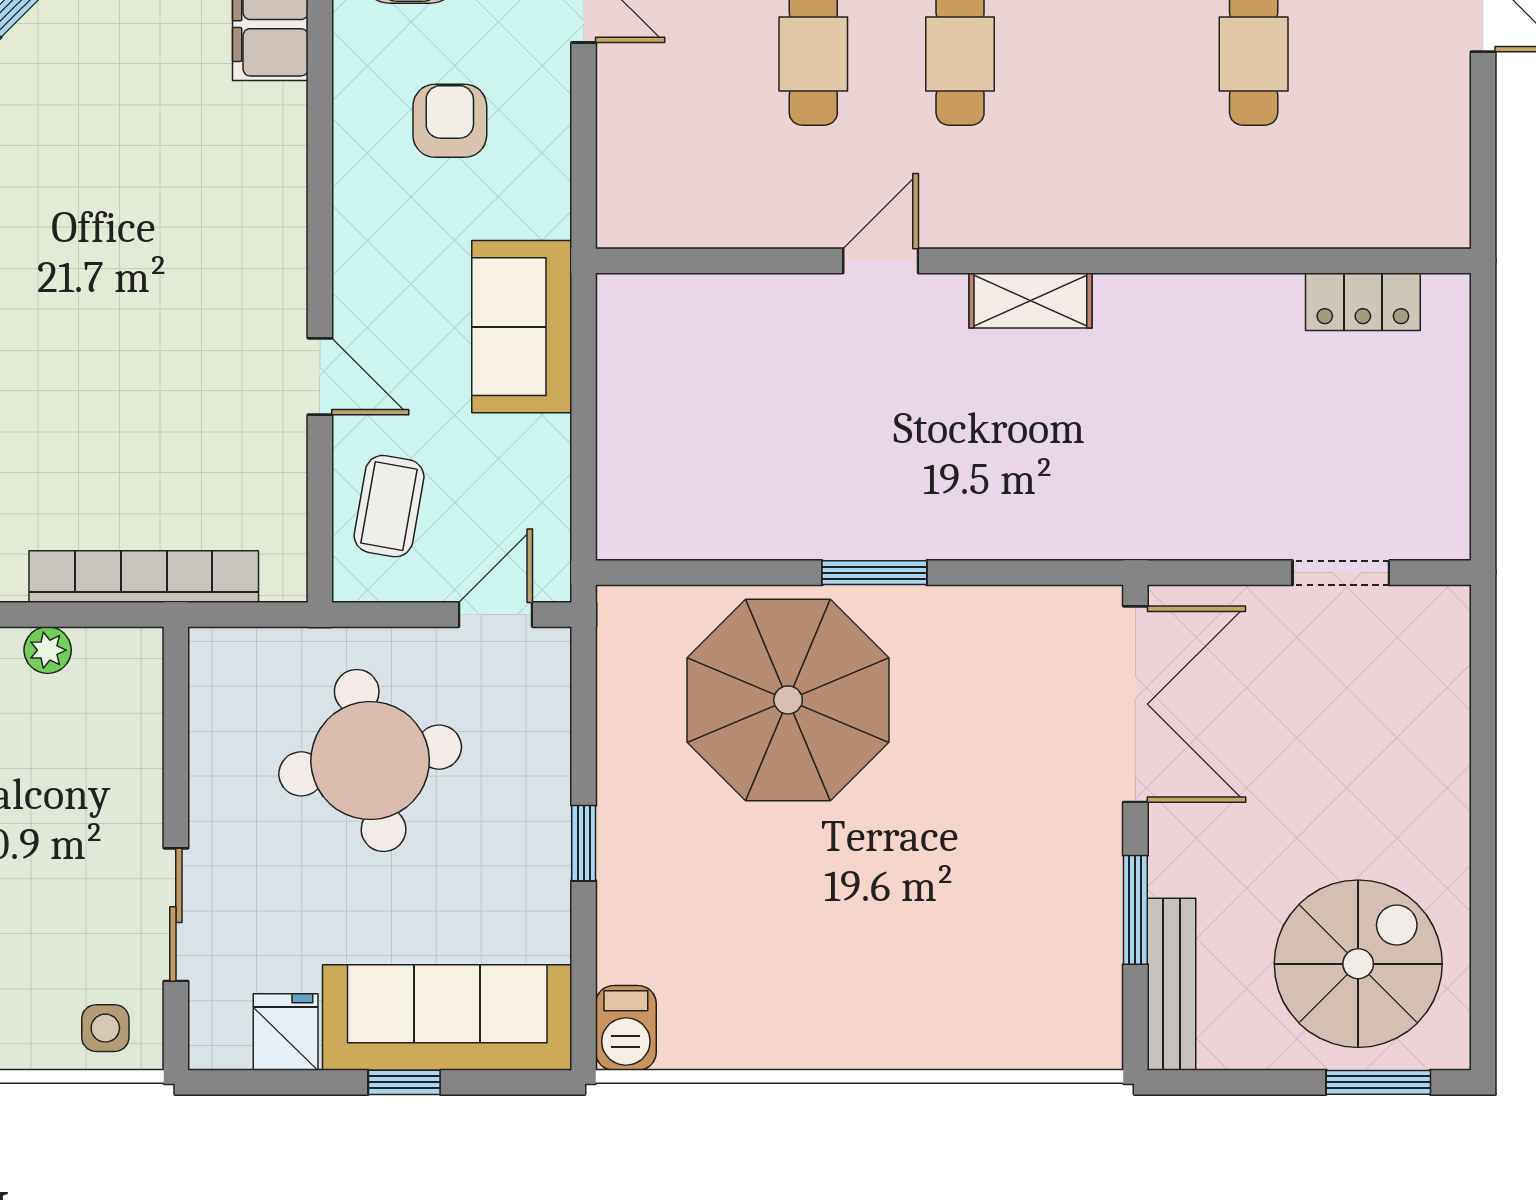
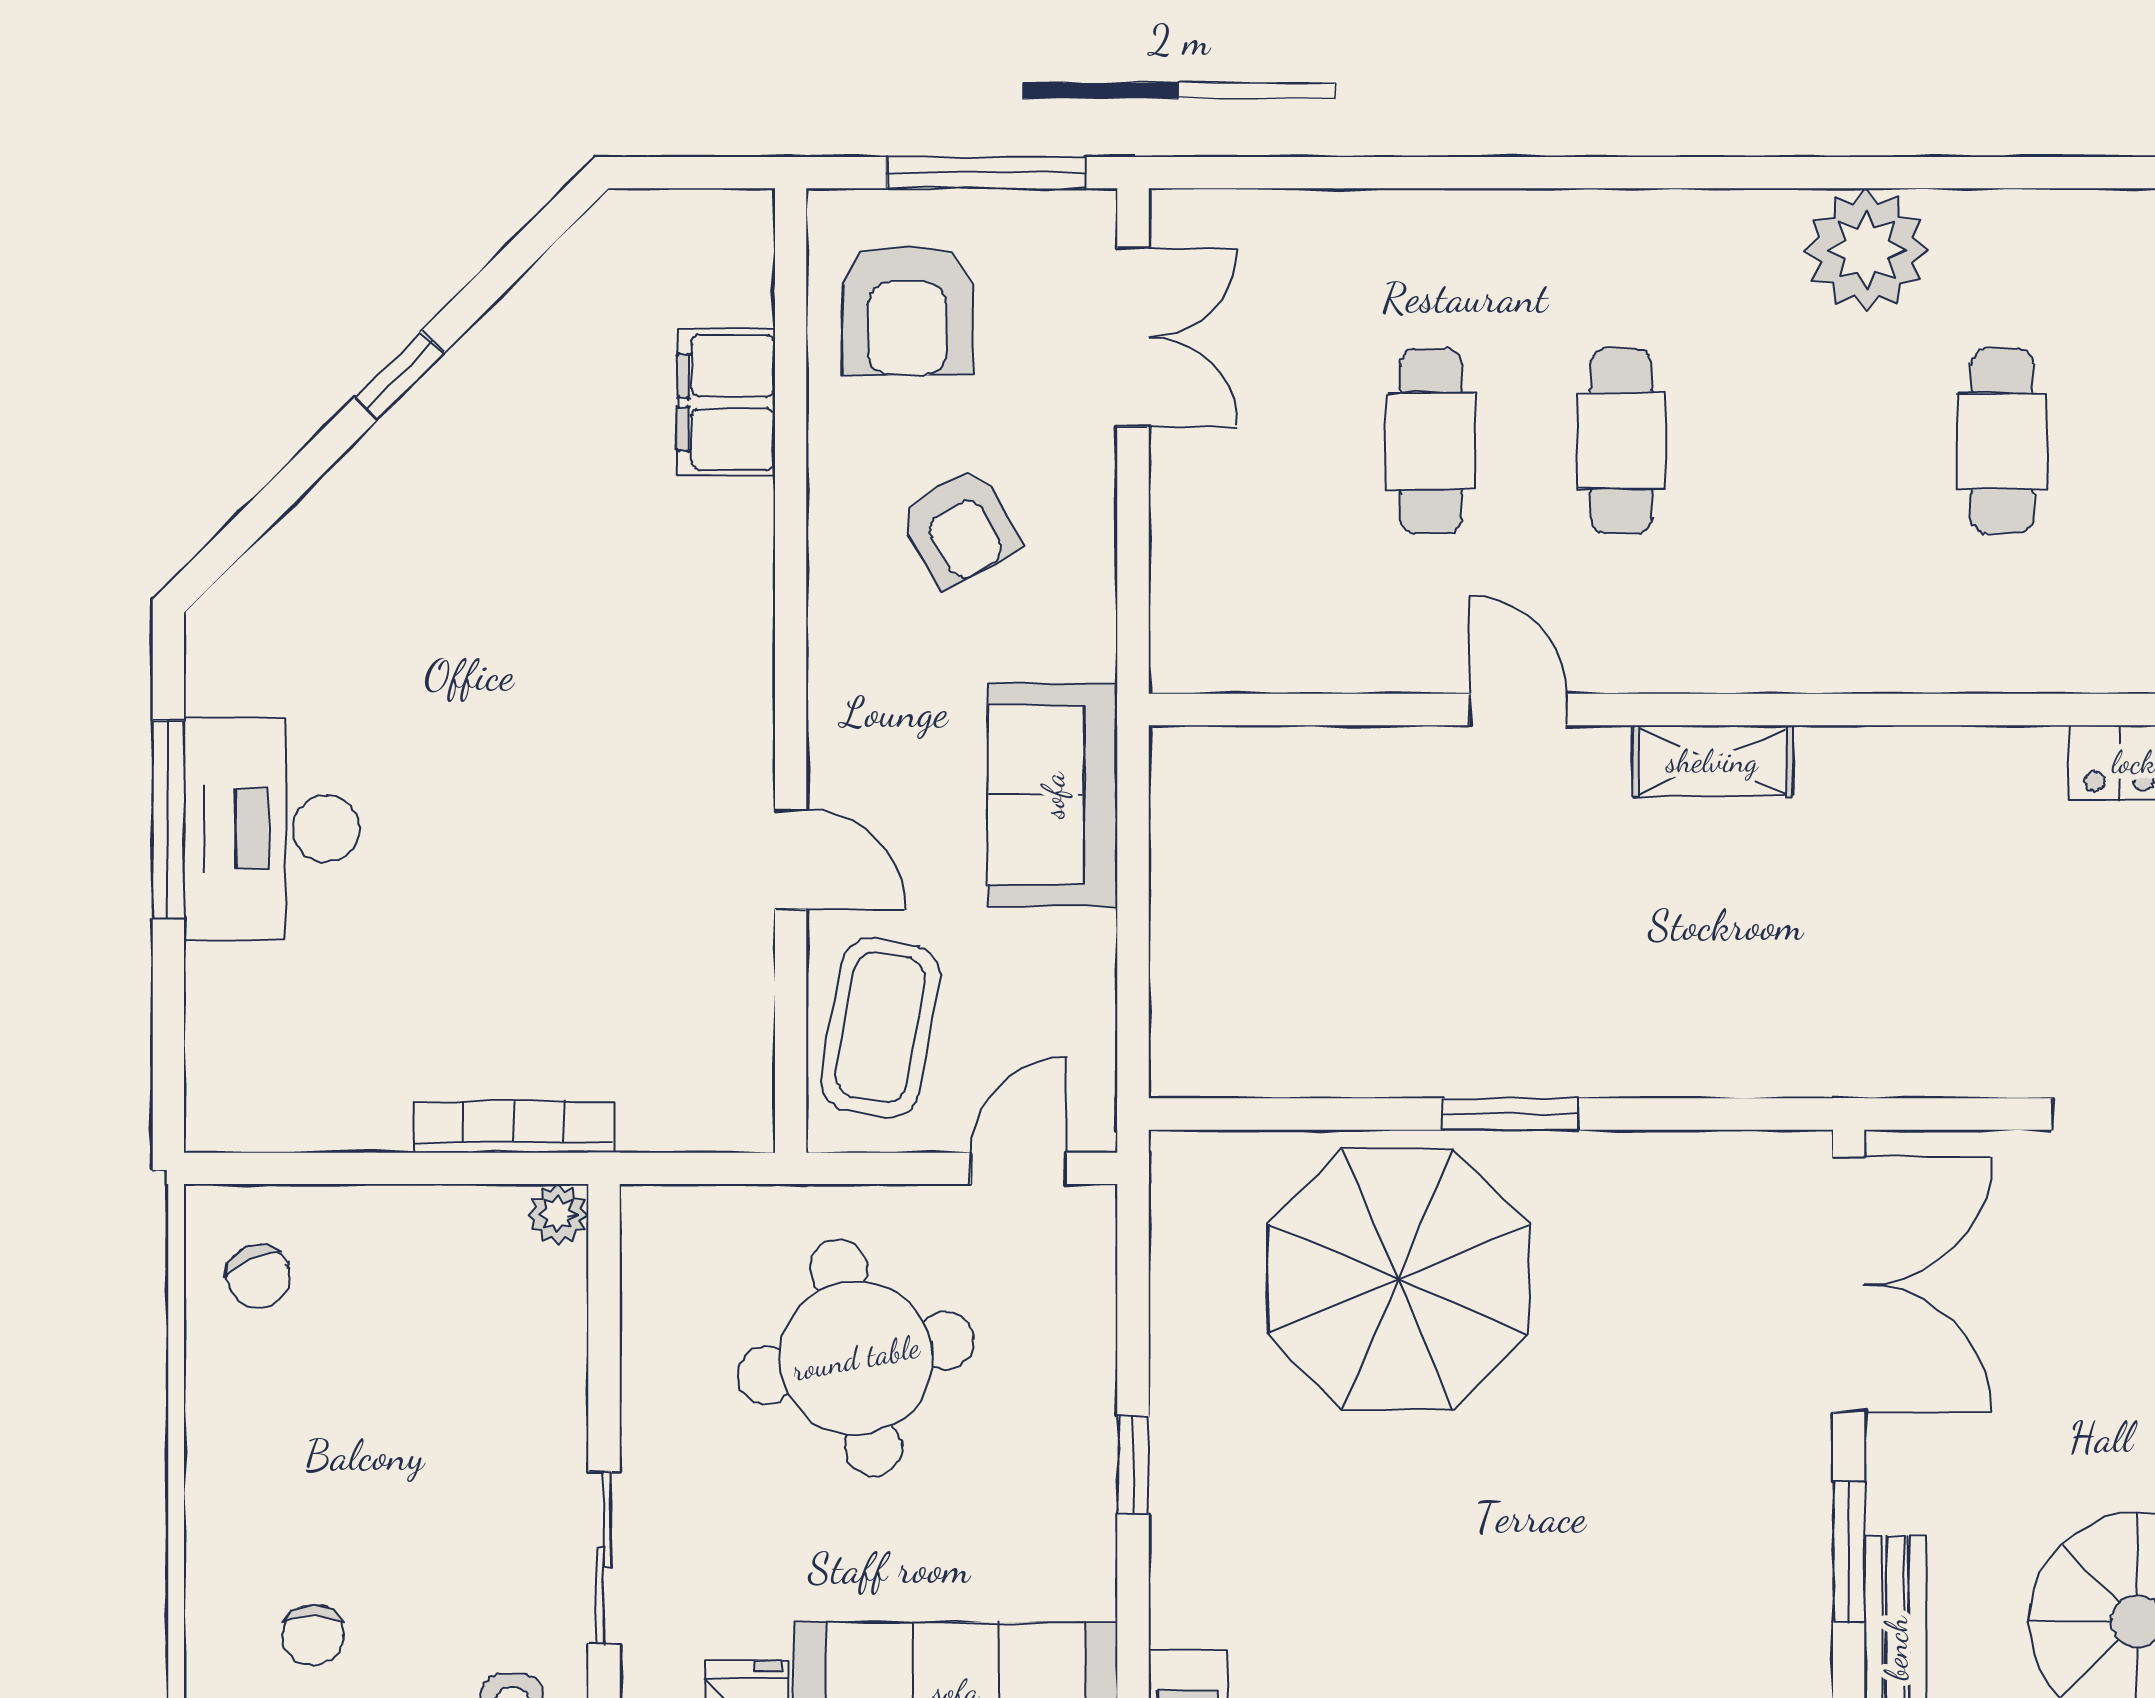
armchair: (450, 121) -> (959, 528), turned 151
door: (881, 261) -> (1518, 709), hinge flipped
coffee table: (389, 506) -> (880, 1028), width x1.36, depth x1.30
bookcase: (144, 577) -> (514, 1127), width x0.68, depth x0.76
plant: (48, 650) -> (558, 1214), moved

